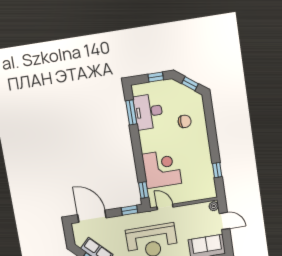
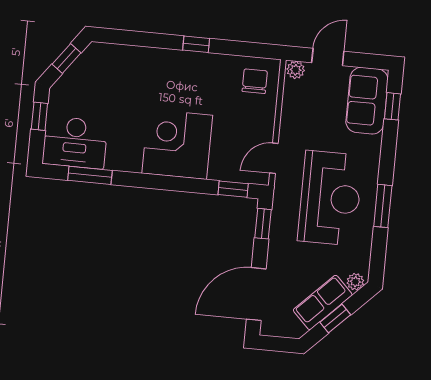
desk: (148, 112) -> (75, 143), moved
chair: (185, 121) -> (255, 81), moved
corner desk: (162, 169) -> (177, 144), moved
window: (217, 170) -> (196, 44), moved

